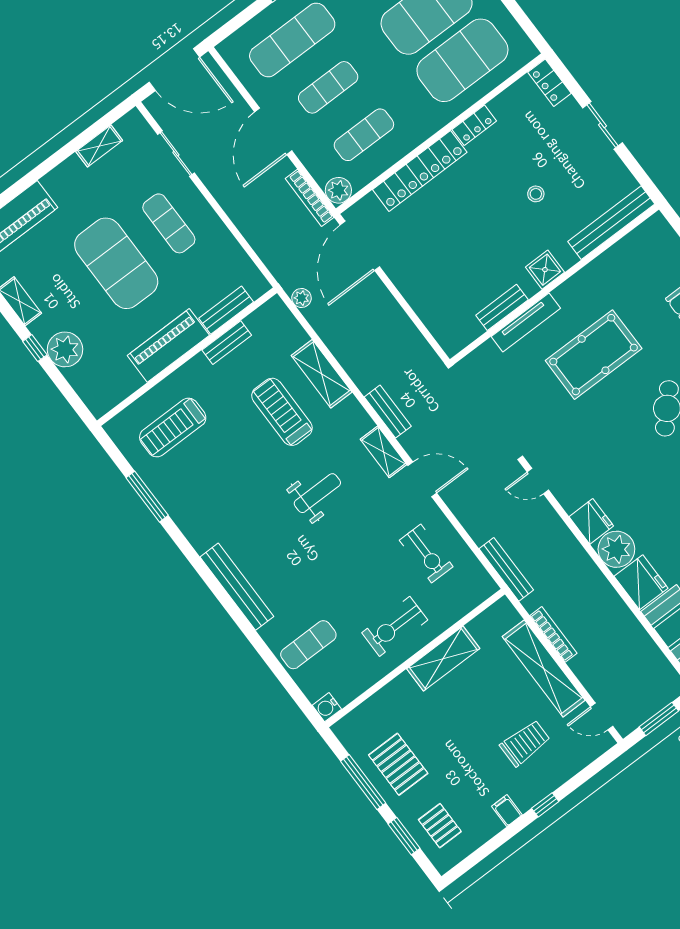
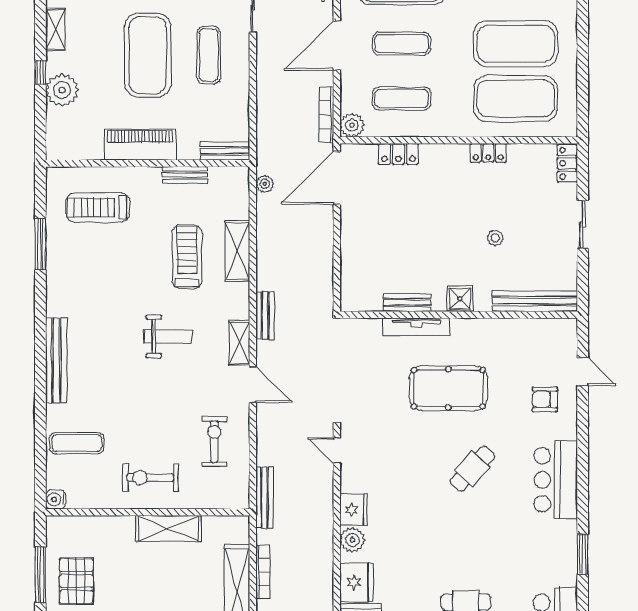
locker: (420, 171) -> (398, 154), width x0.46, depth x0.83
bench: (226, 310) -> (225, 151), moved
plant: (616, 549) -> (352, 540), width x0.73, depth x0.73
exercise bike: (426, 553) -> (214, 441), turned 180

